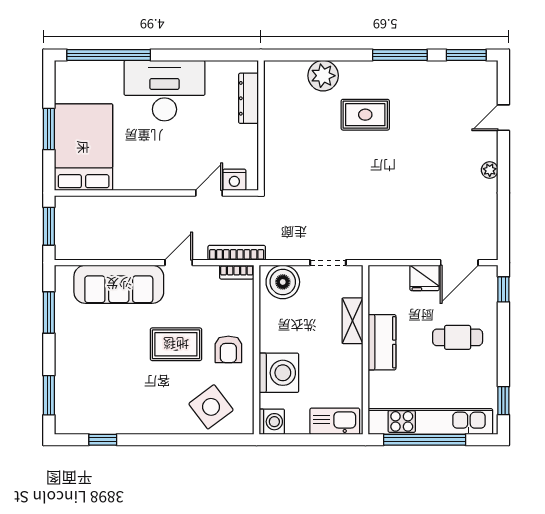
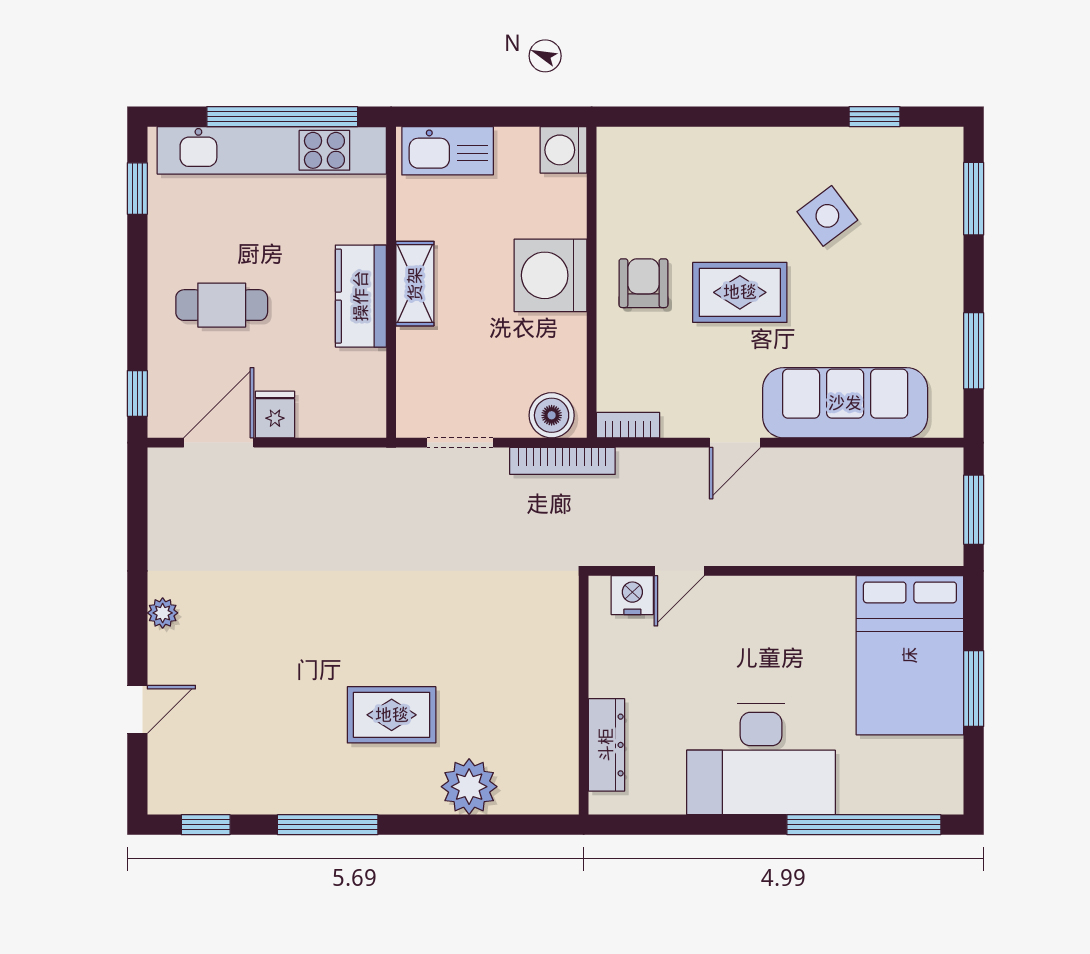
window: (466, 55) -> (206, 825), width x0.67
bookcase: (237, 253) -> (562, 461), moved
fridge: (425, 278) -> (275, 414), width x0.72
boiler: (283, 282) -> (552, 415), width x0.73, depth x0.73
shelving: (353, 321) -> (415, 284), moved
washing machine: (279, 373) -> (550, 275), moved
side table: (211, 407) -> (827, 216), moved, width x0.73, depth x0.73

